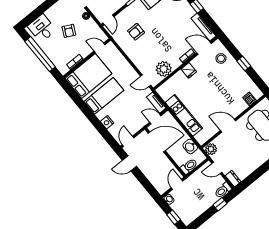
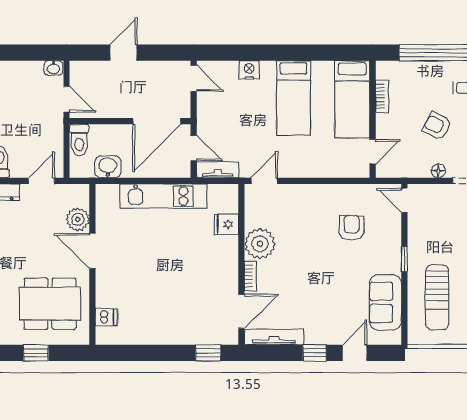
stool: (221, 58) -> (204, 324), removed
window: (244, 64) -> (208, 353), moved
plant: (164, 69) -> (260, 244), moved
fridge: (189, 70) -> (226, 224), moved
bed: (88, 76) -> (352, 99), width x0.67
door: (155, 119) -> (194, 148), hinge flipped
door: (228, 126) -> (92, 251), swing flipped
plant: (211, 149) -> (78, 219), moved
door: (129, 163) -> (124, 53), moved
window: (174, 217) -> (20, 53), removed

